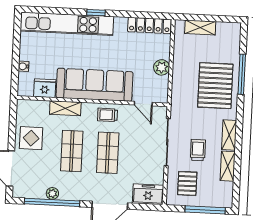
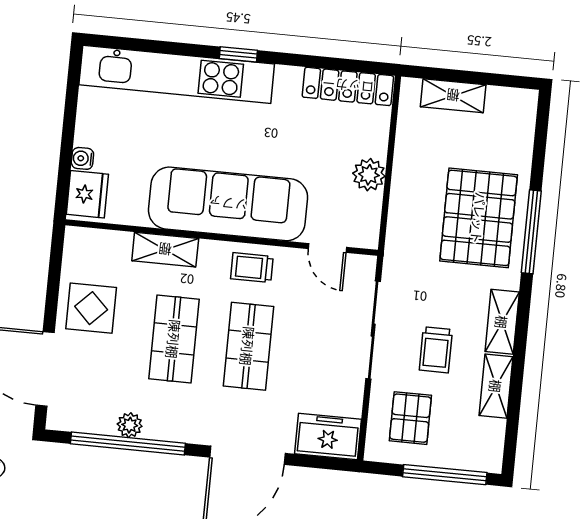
window: (242, 74) -> (531, 232), moved
fridge: (45, 88) -> (87, 194), moved, turned 90
trolley: (198, 150) -> (436, 350), turned 180

